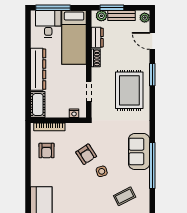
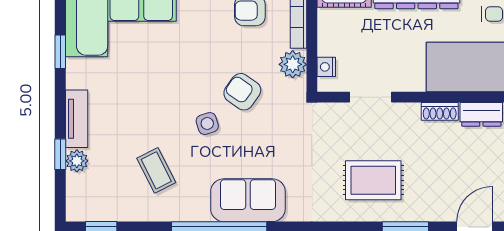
rug: (129, 90) -> (373, 180), width x0.73, depth x0.70
plant: (73, 130) -> (293, 64), added
armchair: (86, 154) -> (242, 92), turned 68

